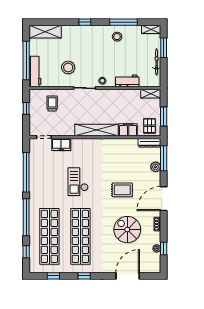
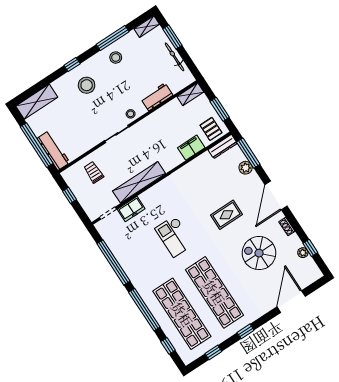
stool: (68, 67) -> (87, 85), moved
shelving: (97, 130) -> (139, 182), moved

